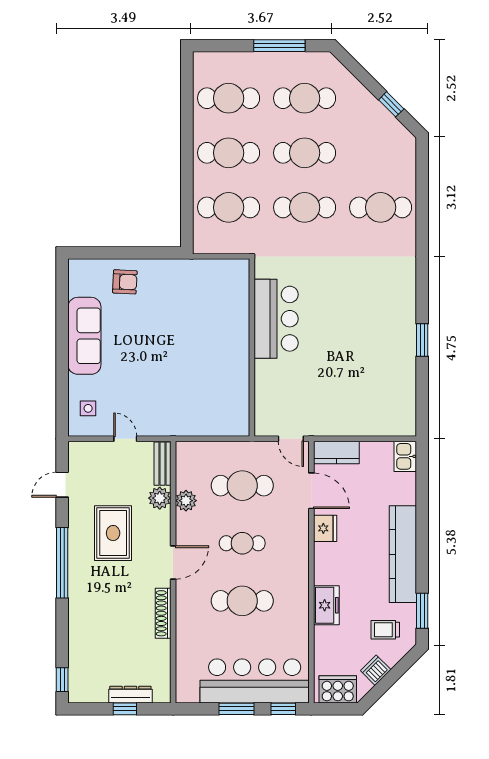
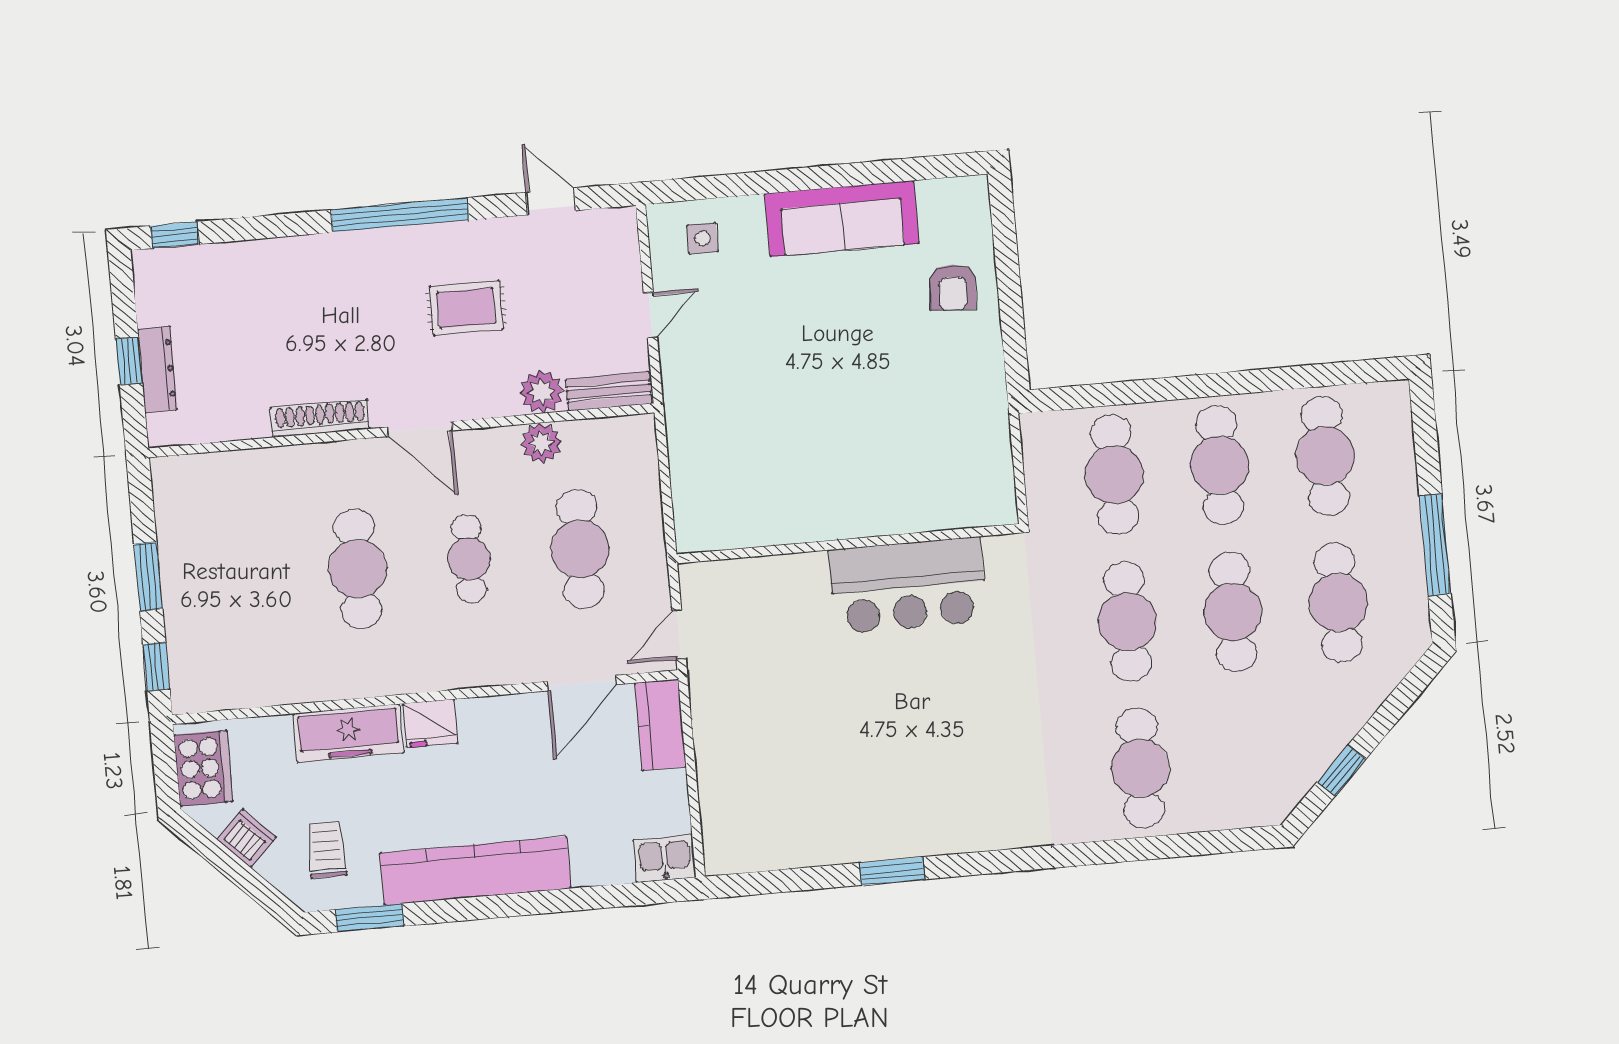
fridge: (325, 528) -> (430, 723), moved
rug: (113, 533) -> (466, 308), width x0.73, depth x0.70
freezer: (326, 605) -> (349, 733), width x1.40
bar counter: (255, 681) -> (205, 606), removed

